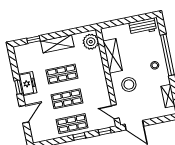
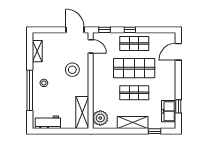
shelving: (113, 56) -> (82, 113), moved
freezer: (28, 84) -> (169, 111), moved
window: (18, 87) -> (178, 106), moved
shop shelf: (67, 99) -> (134, 68), width x1.43, depth x1.36
door: (24, 114) -> (178, 52), moved

